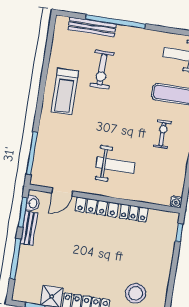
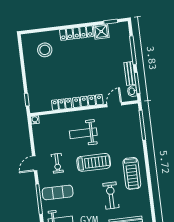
treadmill: (65, 91) -> (132, 173), turned 180
treadmill: (113, 121) -> (94, 162), added

